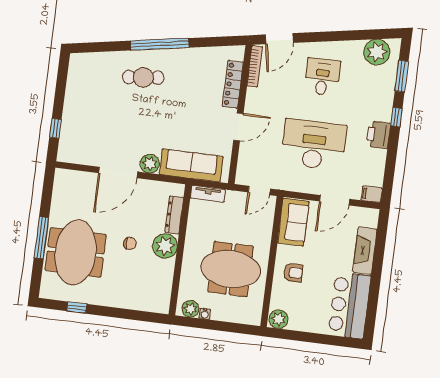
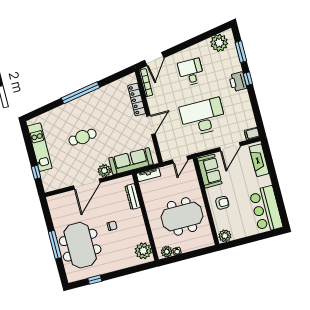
cafe table: (143, 77) -> (83, 137), moved
kitchen unit: (74, 96) -> (40, 147), added
printer: (379, 135) -> (238, 82), moved
plant: (165, 246) -> (143, 251), moved
fireplace: (365, 251) -> (259, 160), moved

